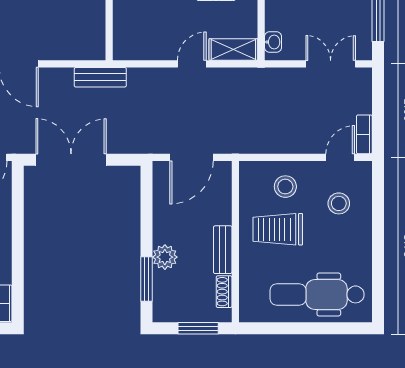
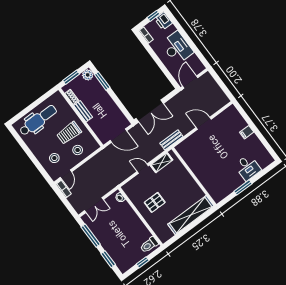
shelving: (233, 49) -> (162, 163), moved
door: (192, 64) -> (143, 169), swing flipped
door: (191, 157) -> (118, 136), swing flipped
double door: (71, 160) -> (150, 111), moved
trolley: (278, 229) -> (69, 133), turned 180
plant: (165, 257) -> (88, 75), moved

